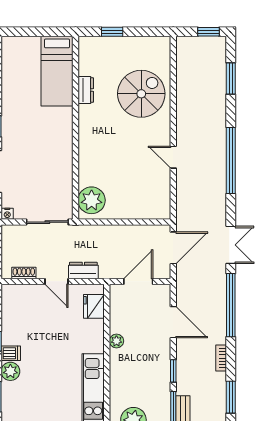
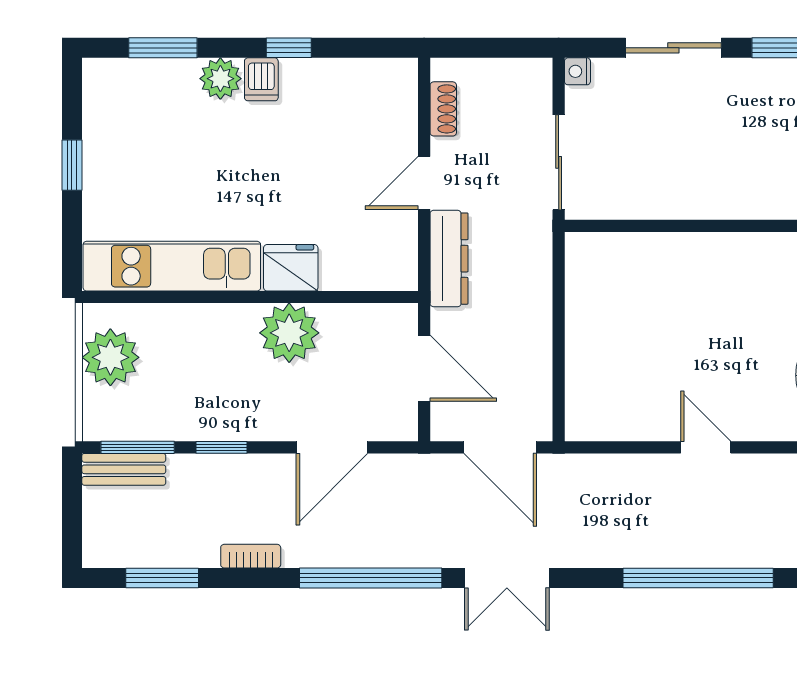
door: (173, 157) -> (706, 447), hinge flipped
plant: (92, 200) -> (608, 262), removed
dresser: (83, 270) -> (449, 259), width x1.44
fridge: (94, 306) -> (291, 268), moved
plant: (116, 341) -> (289, 333), width x1.88, depth x1.88

